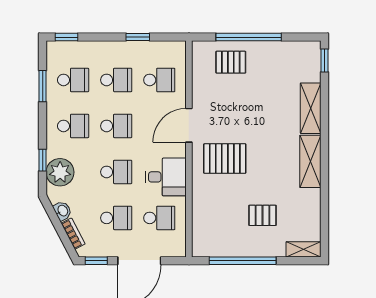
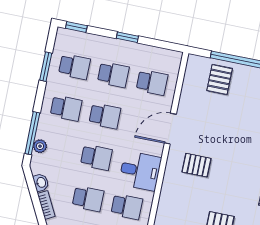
window: (138, 37) -> (127, 37), moved
pallet: (231, 62) -> (220, 80), turned 90
pallet: (225, 159) -> (196, 165), width x0.67, depth x0.71
window: (43, 160) -> (32, 133), width x2.17
plant: (60, 172) -> (40, 146), width x0.53, depth x0.53

